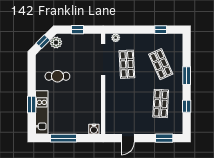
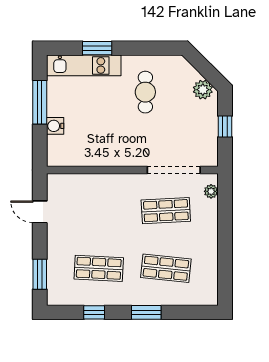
window: (161, 30) -> (225, 268), removed
window: (43, 42) -> (204, 68), removed
shop shelf: (161, 64) -> (166, 268), turned 30
water cooler: (94, 129) -> (55, 126), moved

